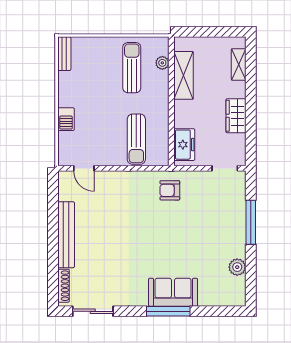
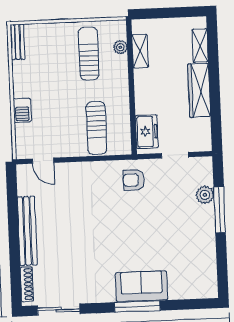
shelving: (184, 75) -> (140, 51), width x0.67, depth x0.75
wardrobe: (236, 116) -> (199, 90), width x1.50
doorway: (225, 168) -> (175, 155), moved
plant: (237, 267) -> (205, 195), moved

